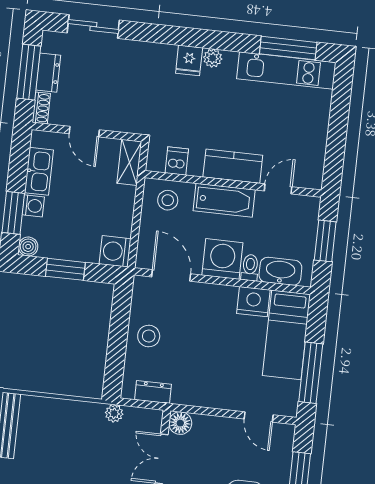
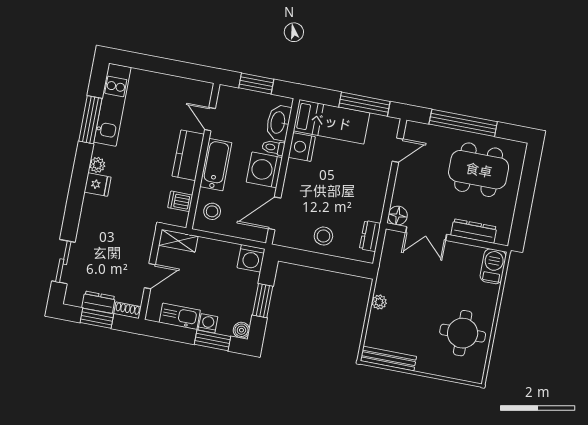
window: (288, 48) -> (90, 120), moved
window: (29, 72) -> (97, 318), width x0.69
plant: (114, 413) -> (379, 302), moved

